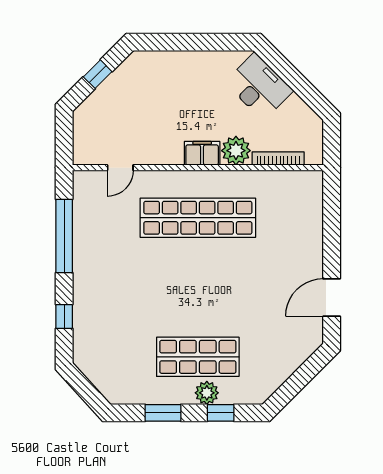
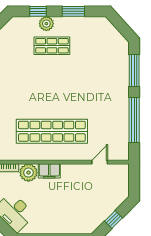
window: (64, 317) -> (134, 71), width x2.17
shop shelf: (198, 357) -> (52, 46), width x0.70, depth x0.74

